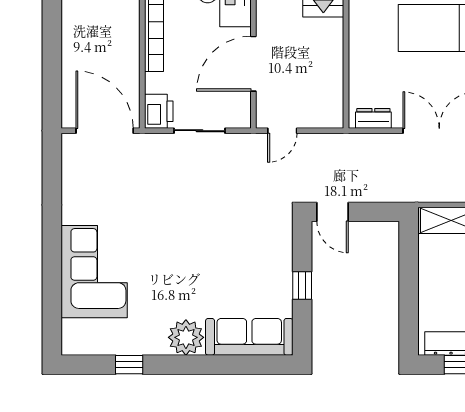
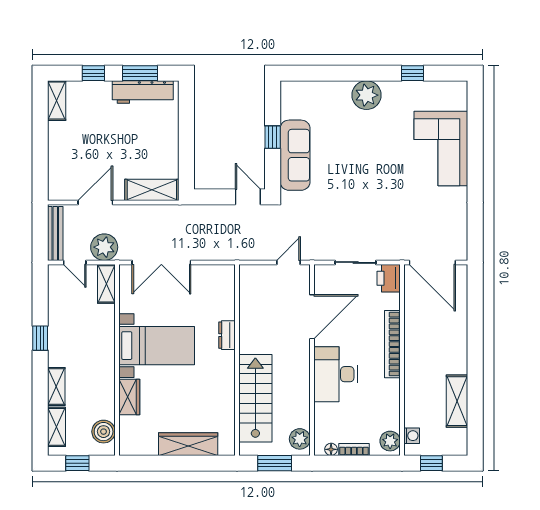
dresser: (373, 118) -> (227, 335), moved, turned 90
sofa: (249, 337) -> (295, 155), moved, turned -90

